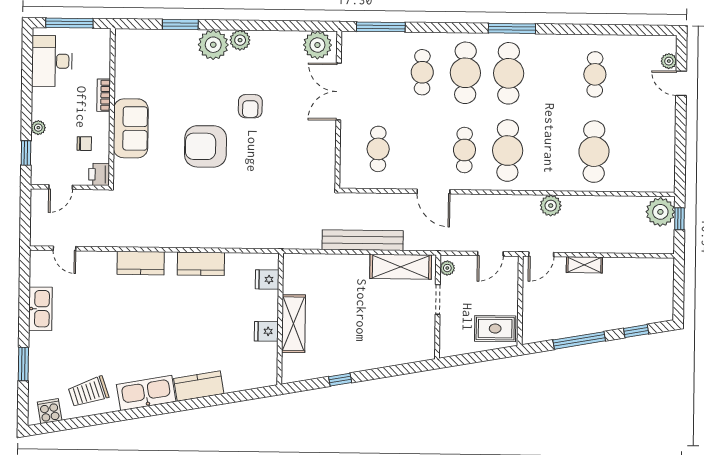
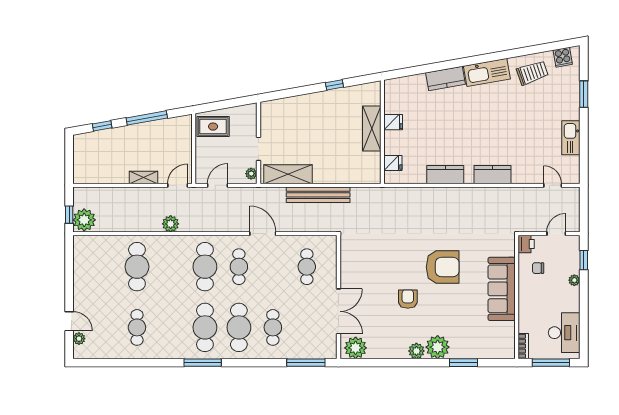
bookcase: (104, 95) -> (523, 346), moved
sofa: (131, 128) -> (502, 289), width x1.36

